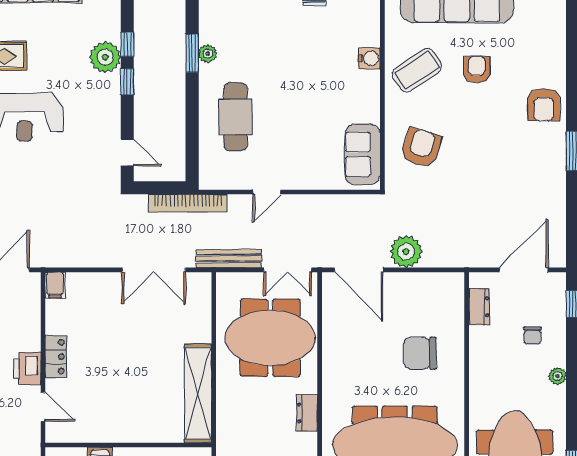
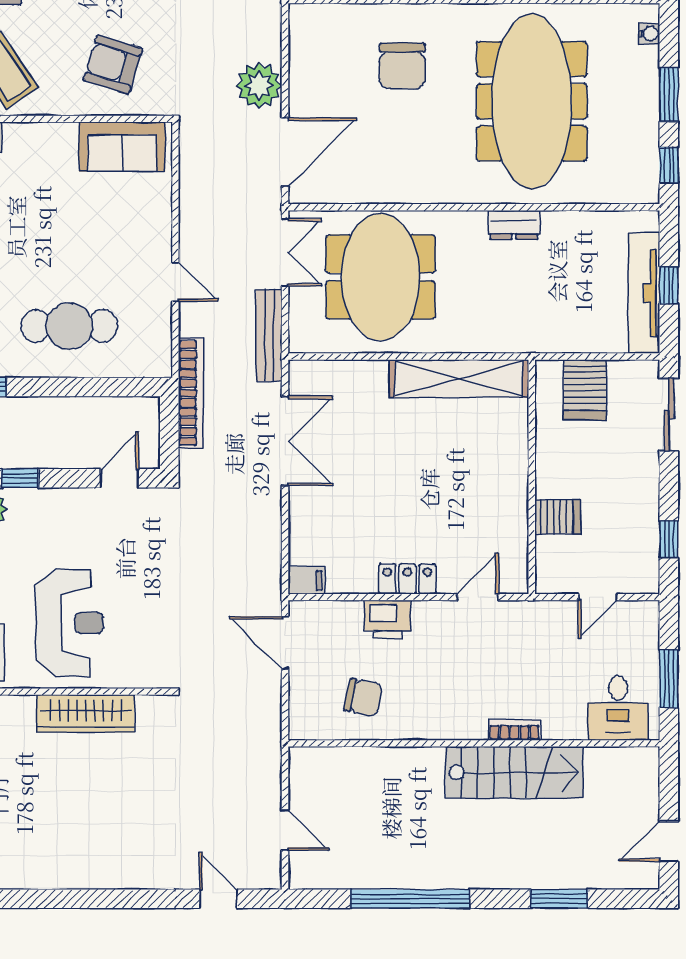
printer: (27, 368) -> (387, 619), moved
dresser: (307, 413) -> (514, 225), moved

